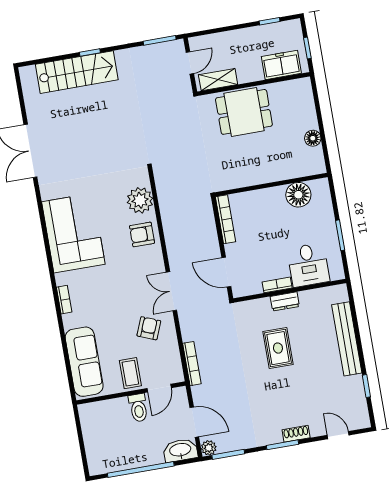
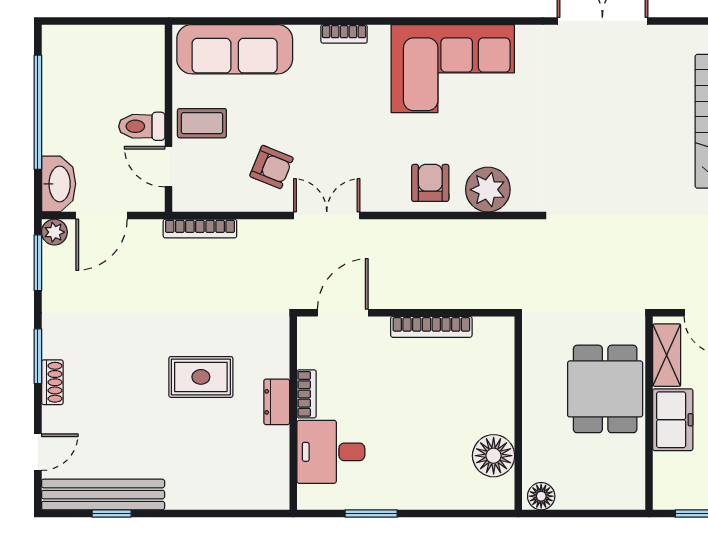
freezer: (281, 65) -> (673, 420), moved
wall: (271, 185) -> (518, 413), moved
floor lamp: (298, 195) -> (494, 456), moved
bench: (347, 339) -> (103, 495), moved

